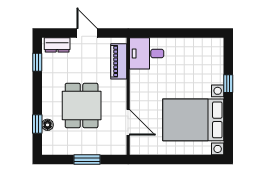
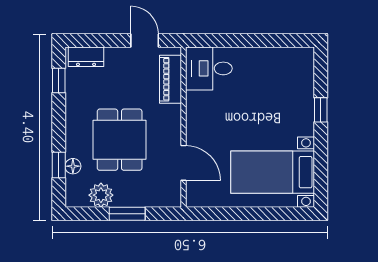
door: (87, 33) -> (145, 41), moved
bed with nightstands: (193, 120) -> (273, 172), width x0.73
plant: (68, 146) -> (101, 195), added

